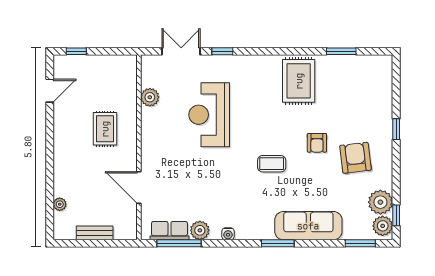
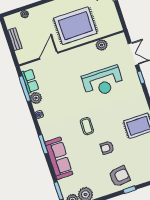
reception desk: (209, 115) -> (103, 82), turned 180
rug: (105, 129) -> (75, 26), width x1.86, depth x2.06
armchair: (355, 158) -> (120, 176), moved

